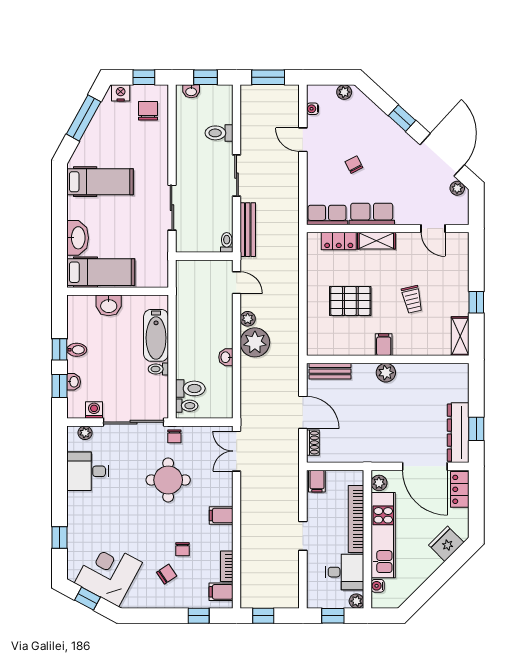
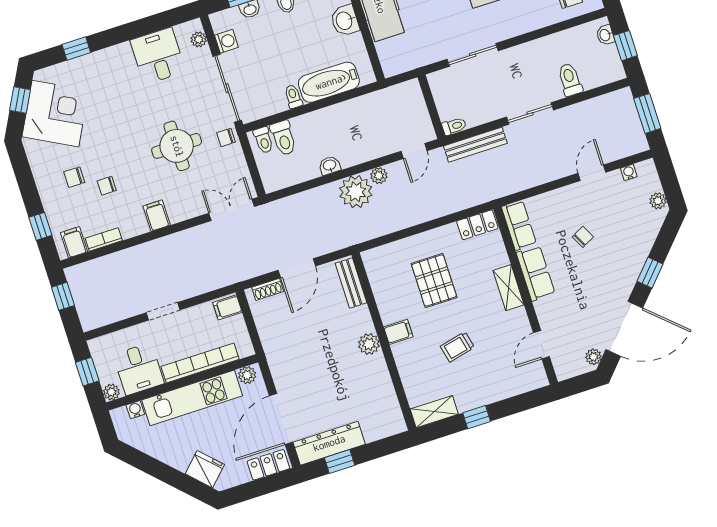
locker: (339, 241) -> (477, 225), moved, turned -90
chair: (167, 574) -> (74, 177), turned 124

